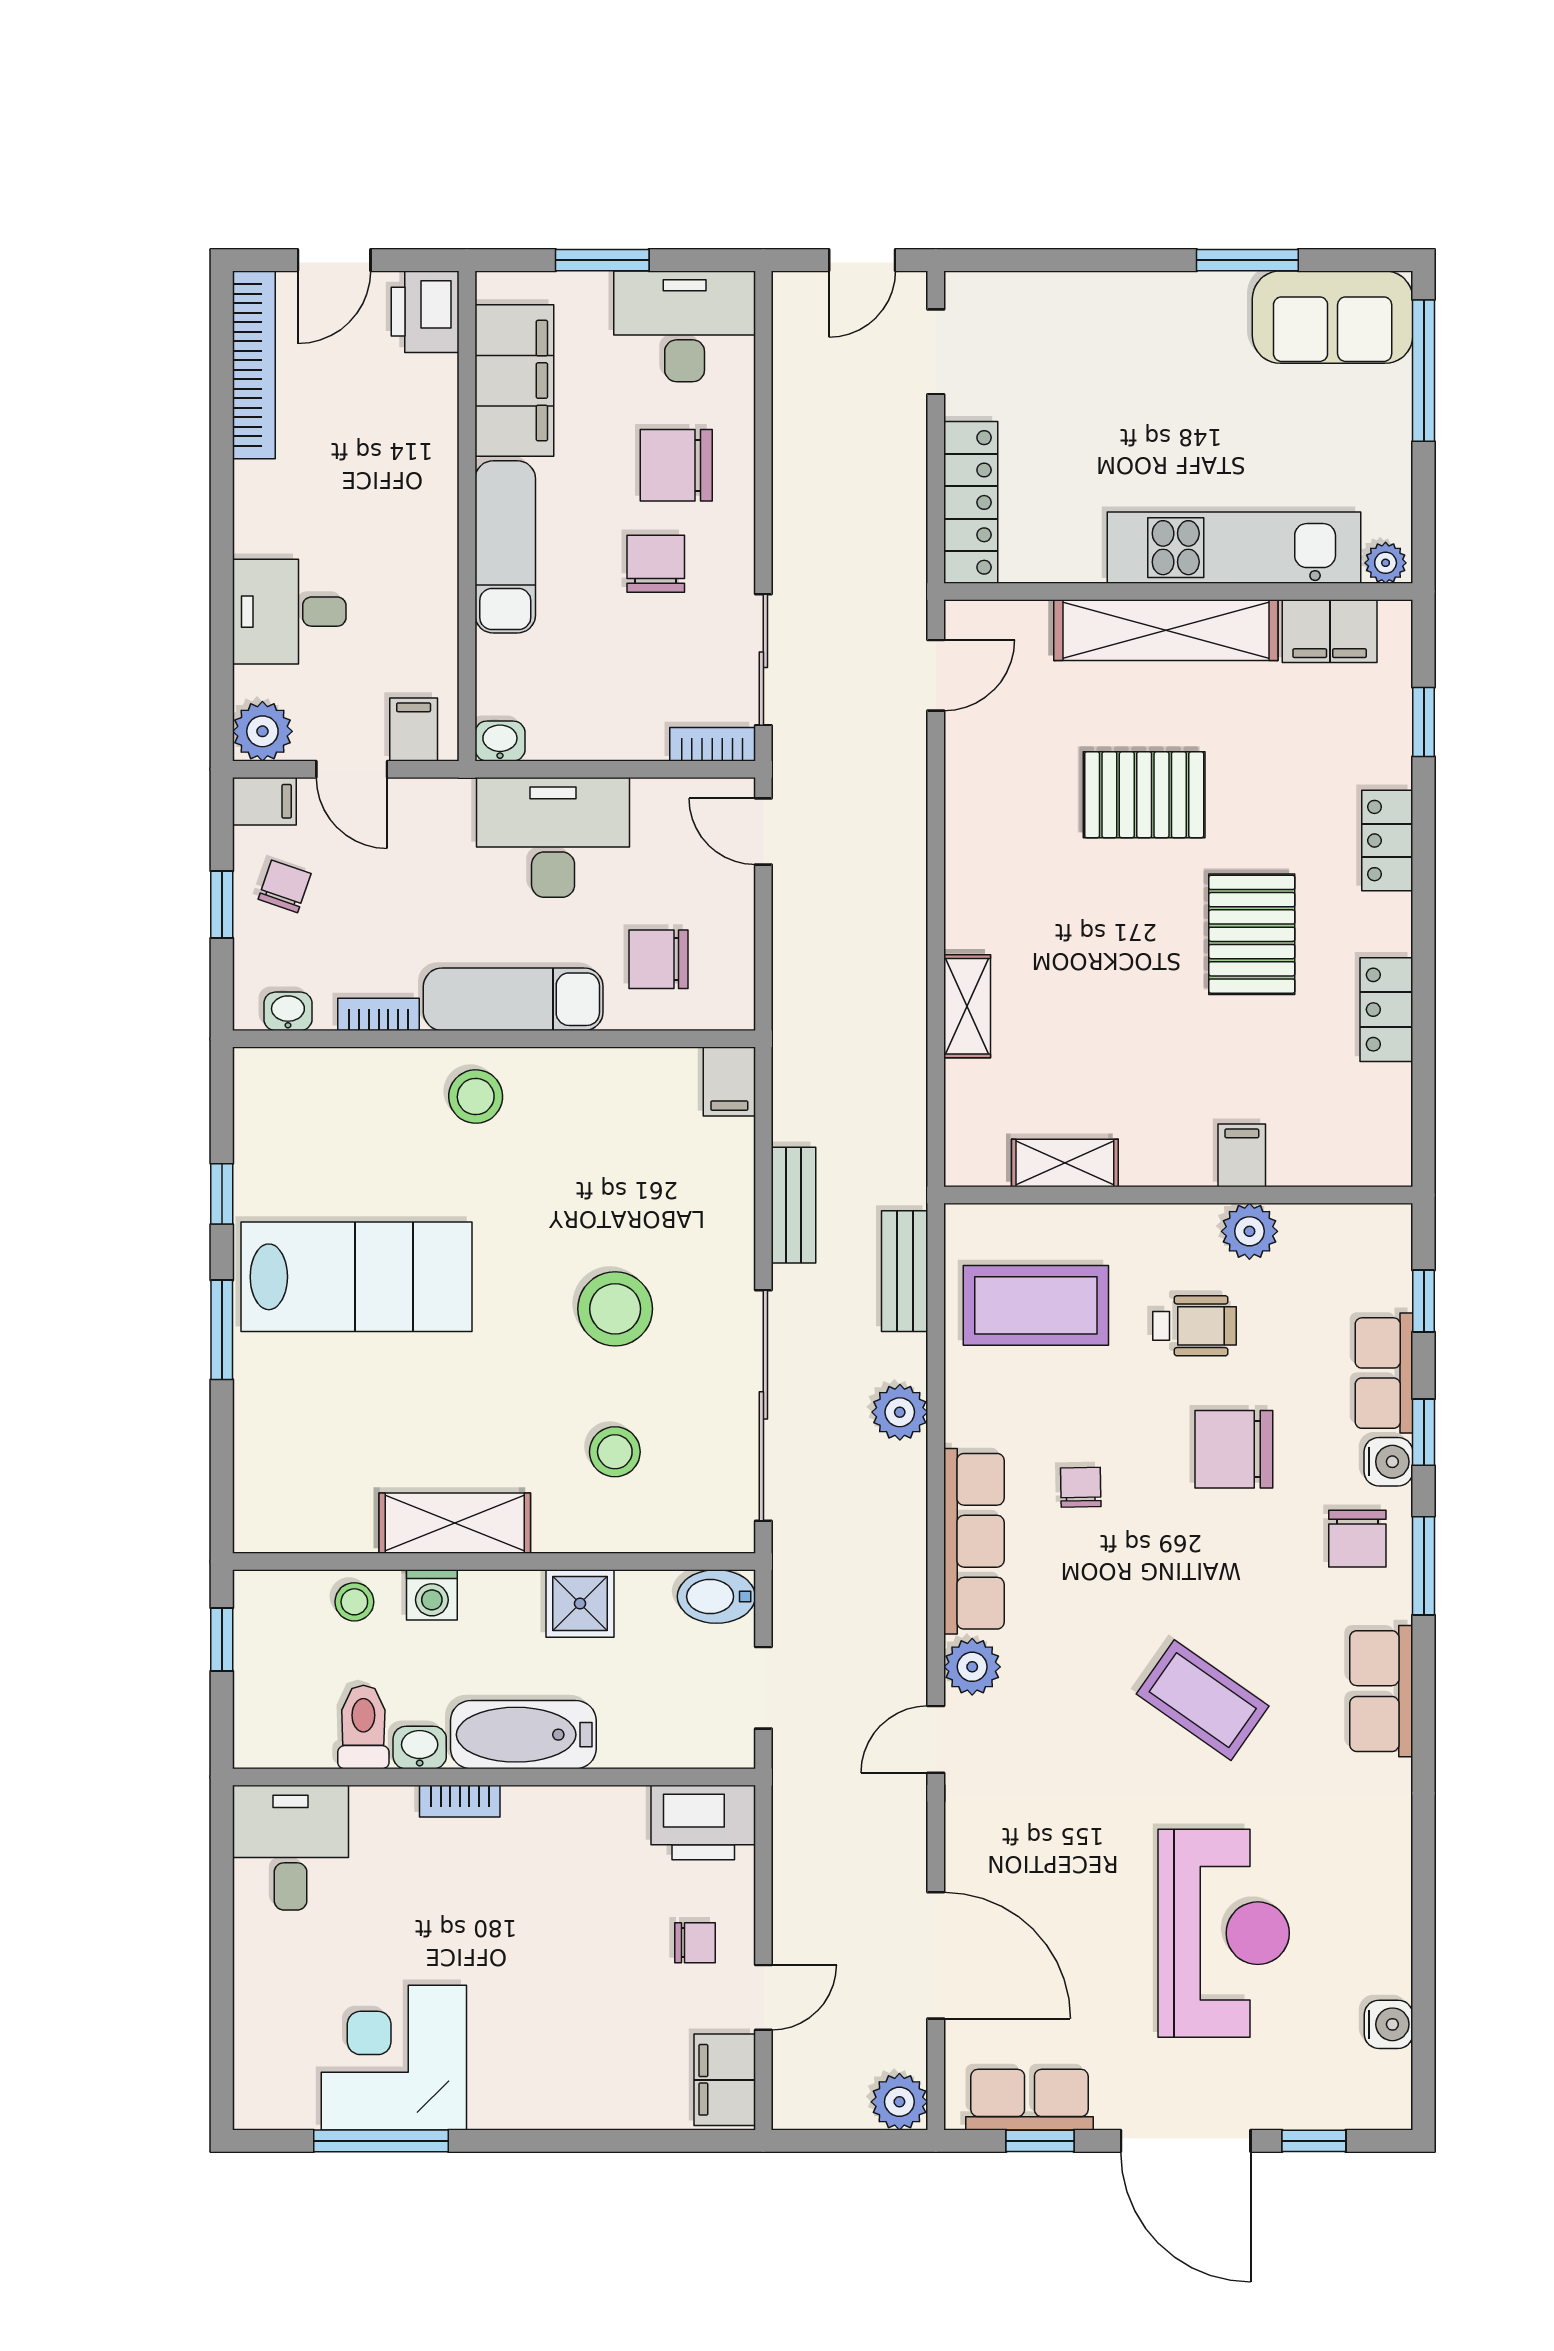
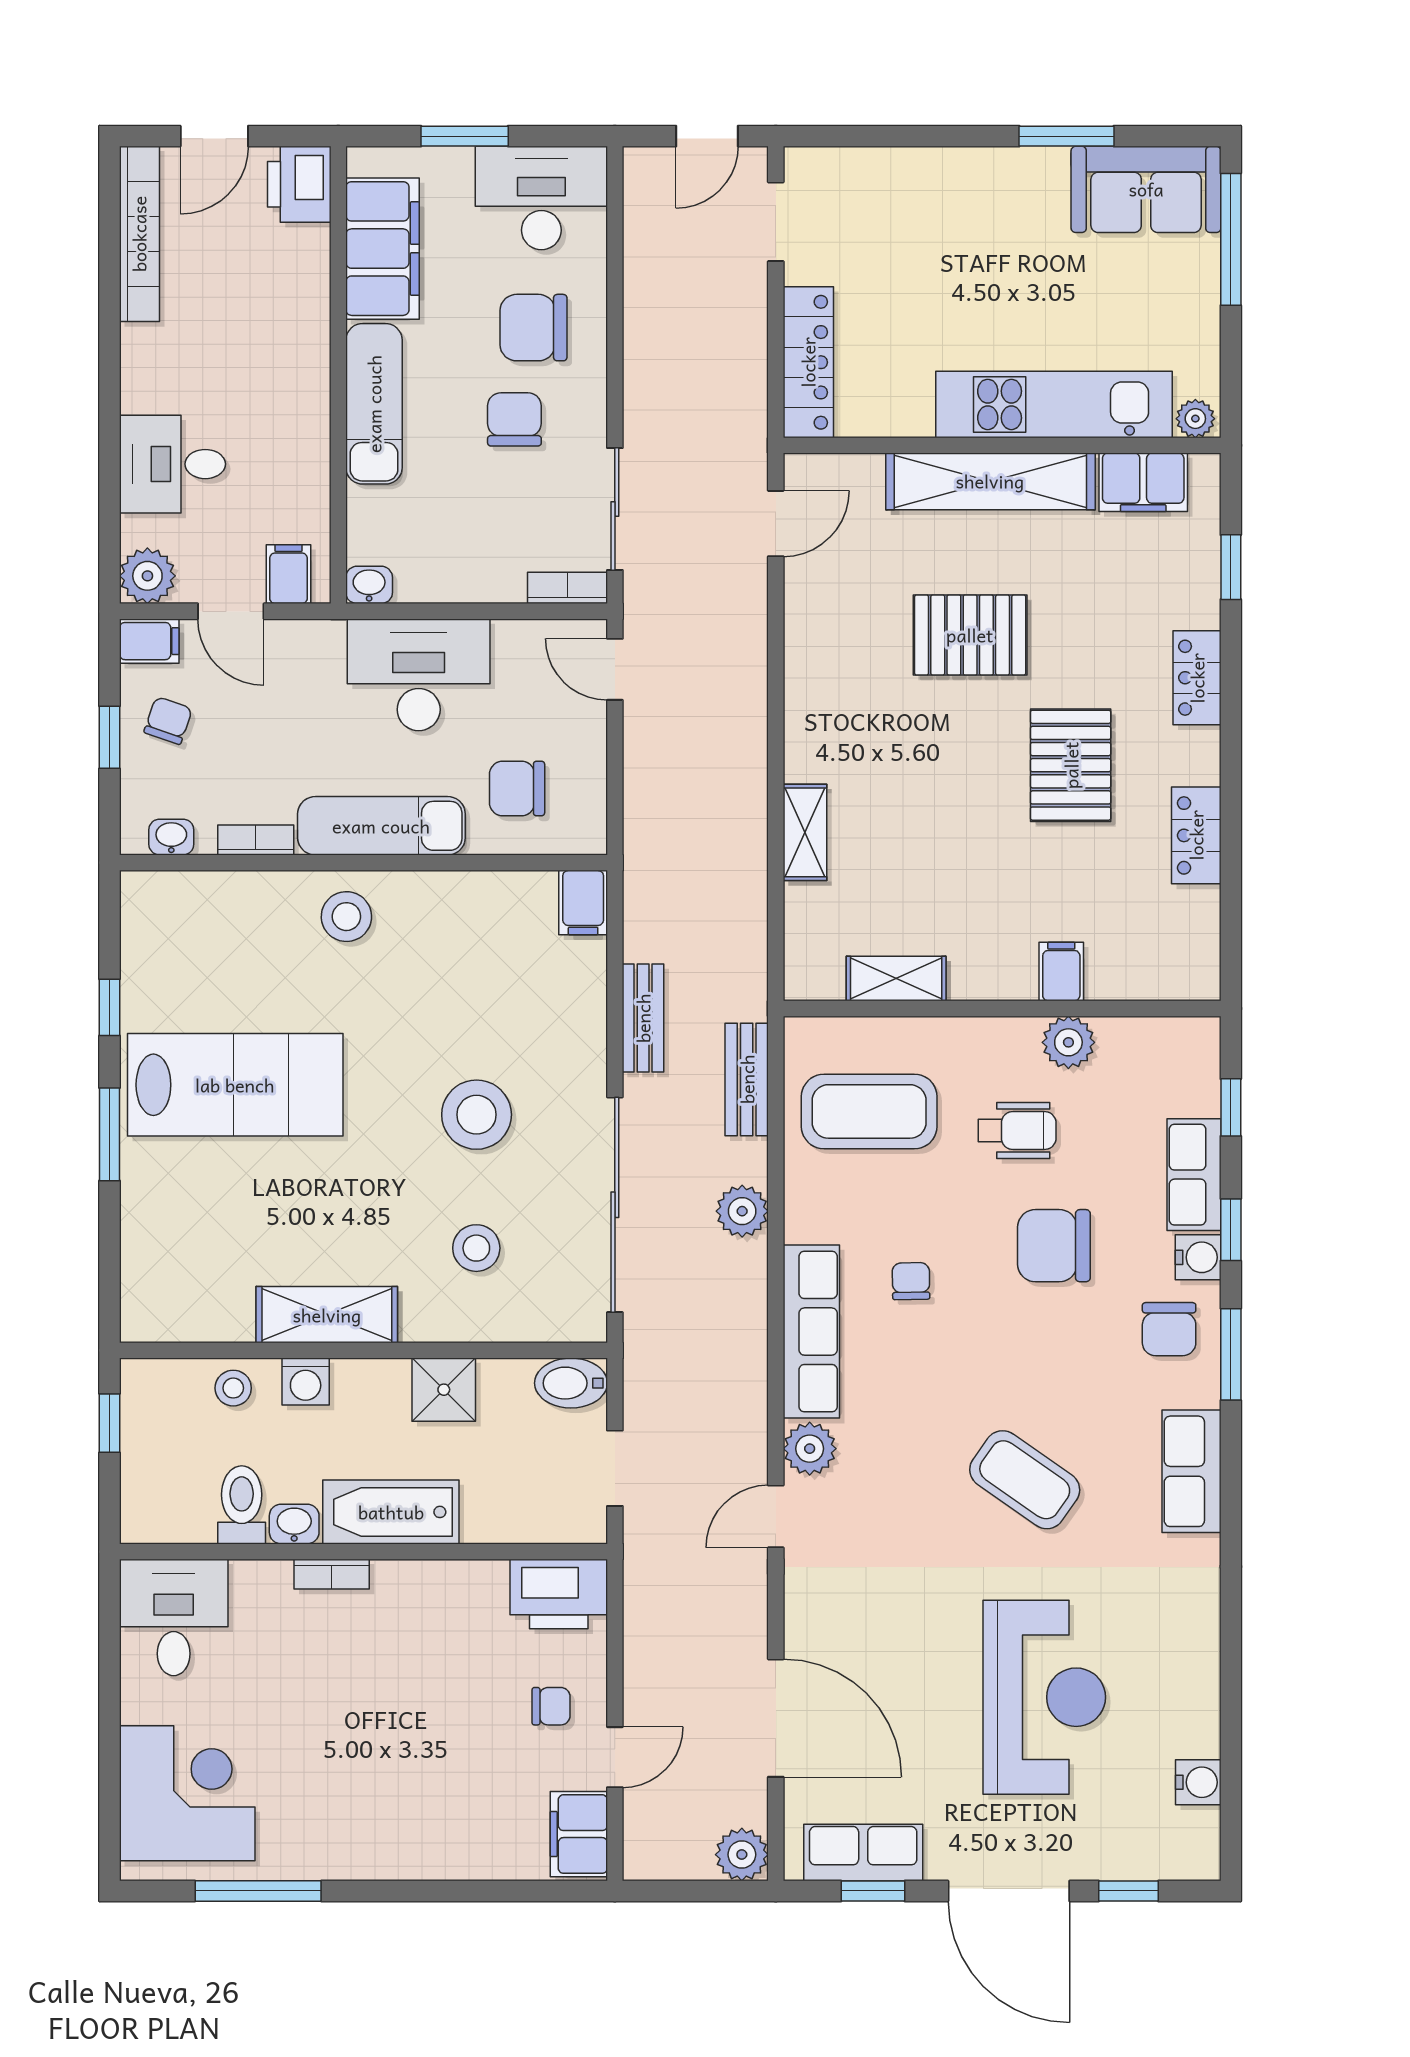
corner desk: (394, 2058) -> (187, 1793), moved, turned 90

